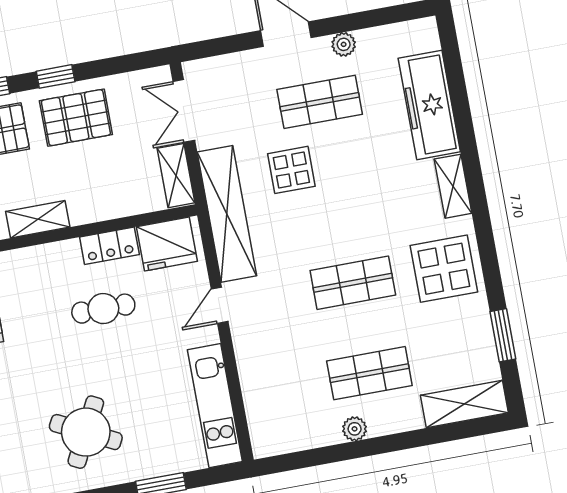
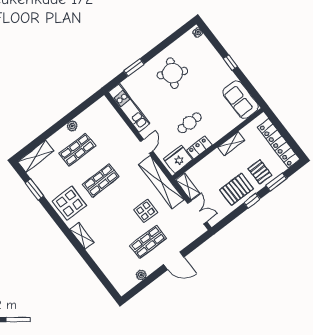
plant: (344, 44) -> (141, 275), moved
freezer: (429, 105) -> (106, 262), removed

